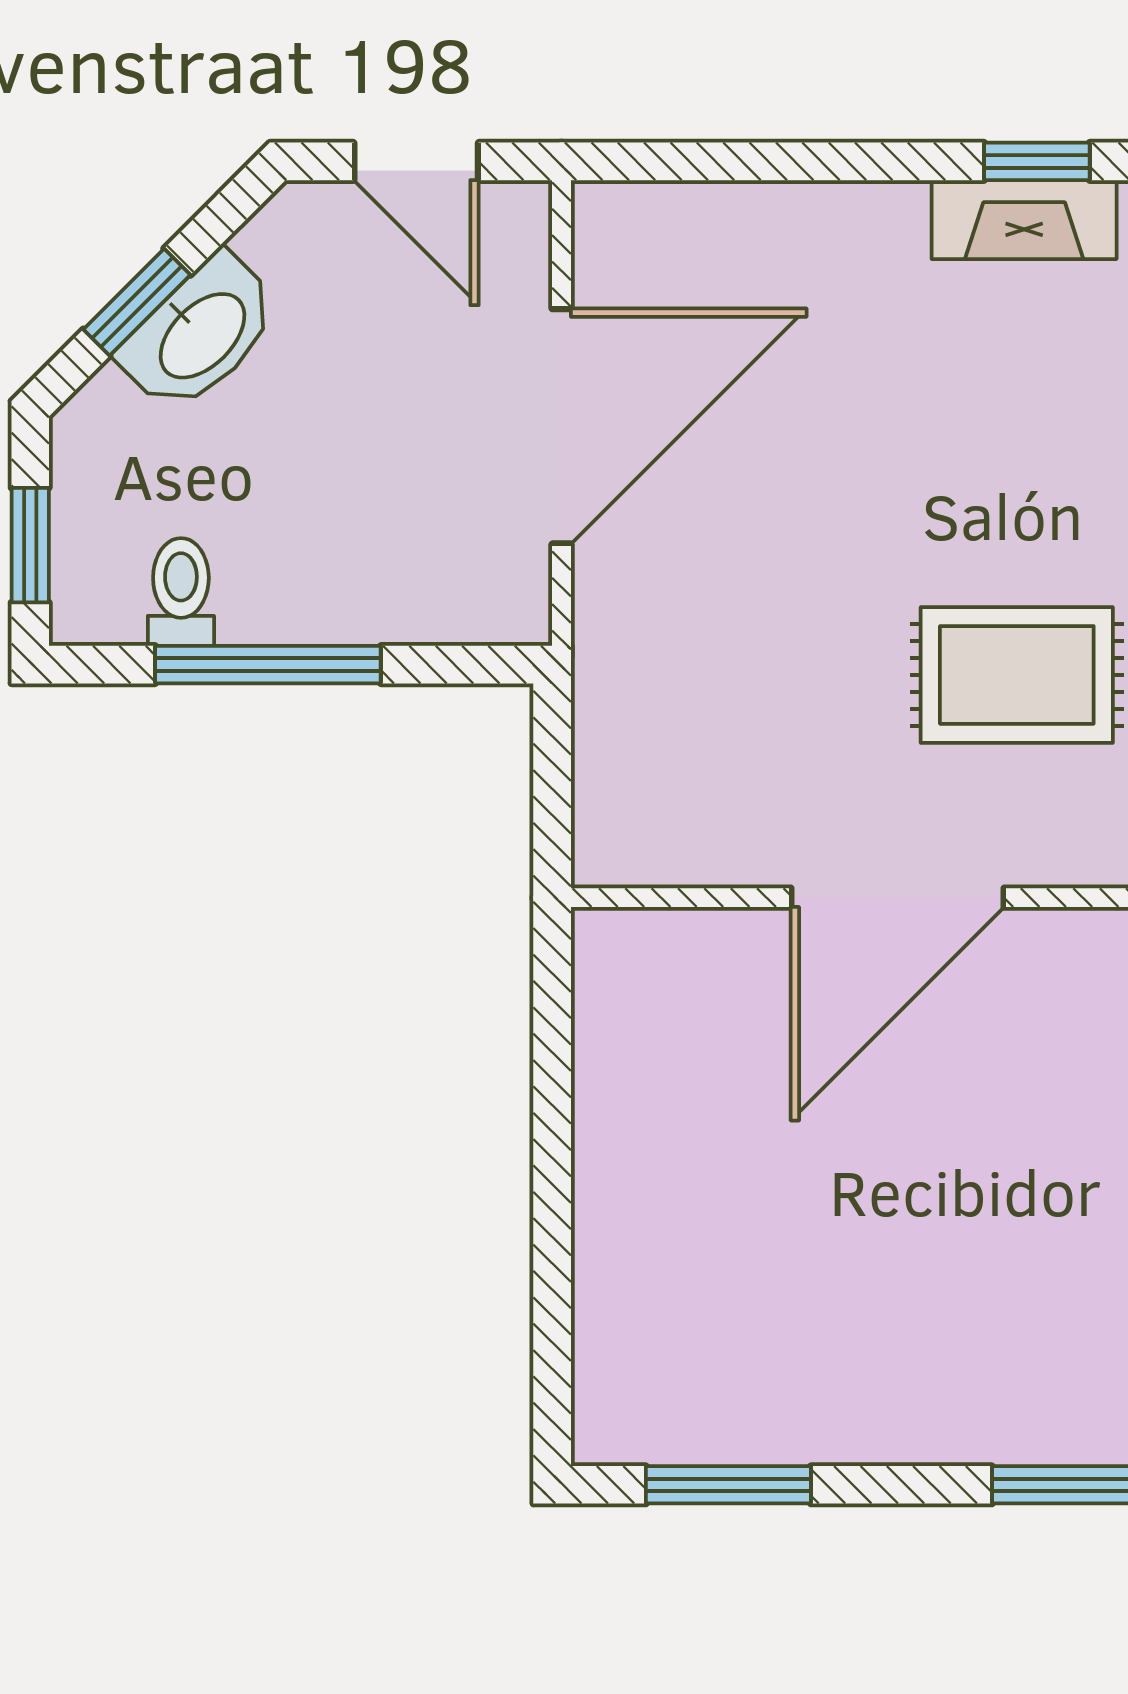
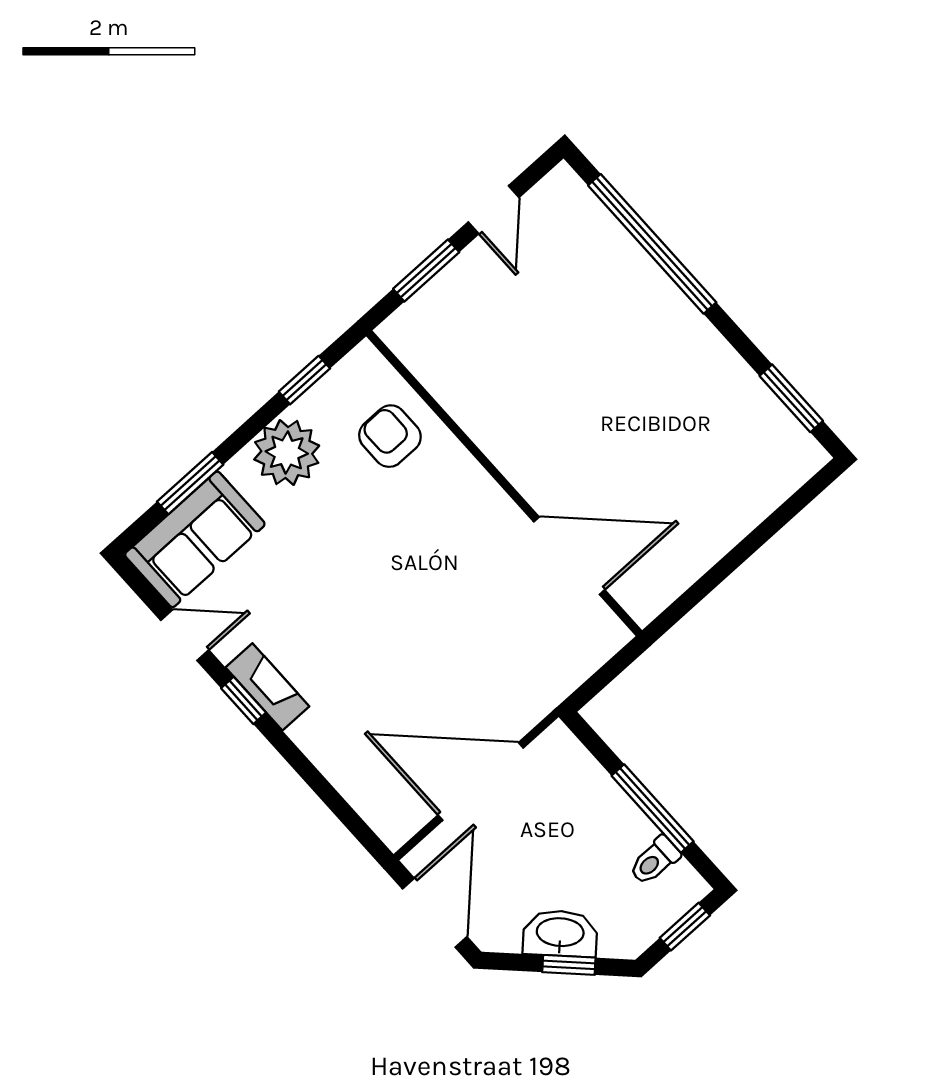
door: (416, 161) -> (435, 913), width x1.38
rug: (1017, 675) -> (425, 549), removed
door: (897, 898) -> (569, 556), moved

